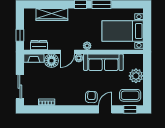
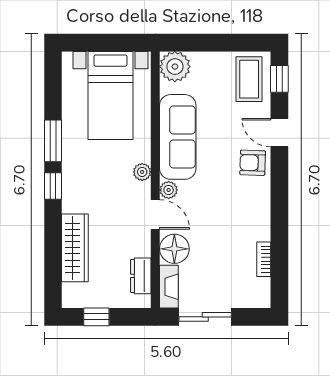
window: (20, 35) -> (96, 317), moved
plant: (136, 76) -> (175, 67), moved
sliding door: (20, 87) -> (205, 317), moved

